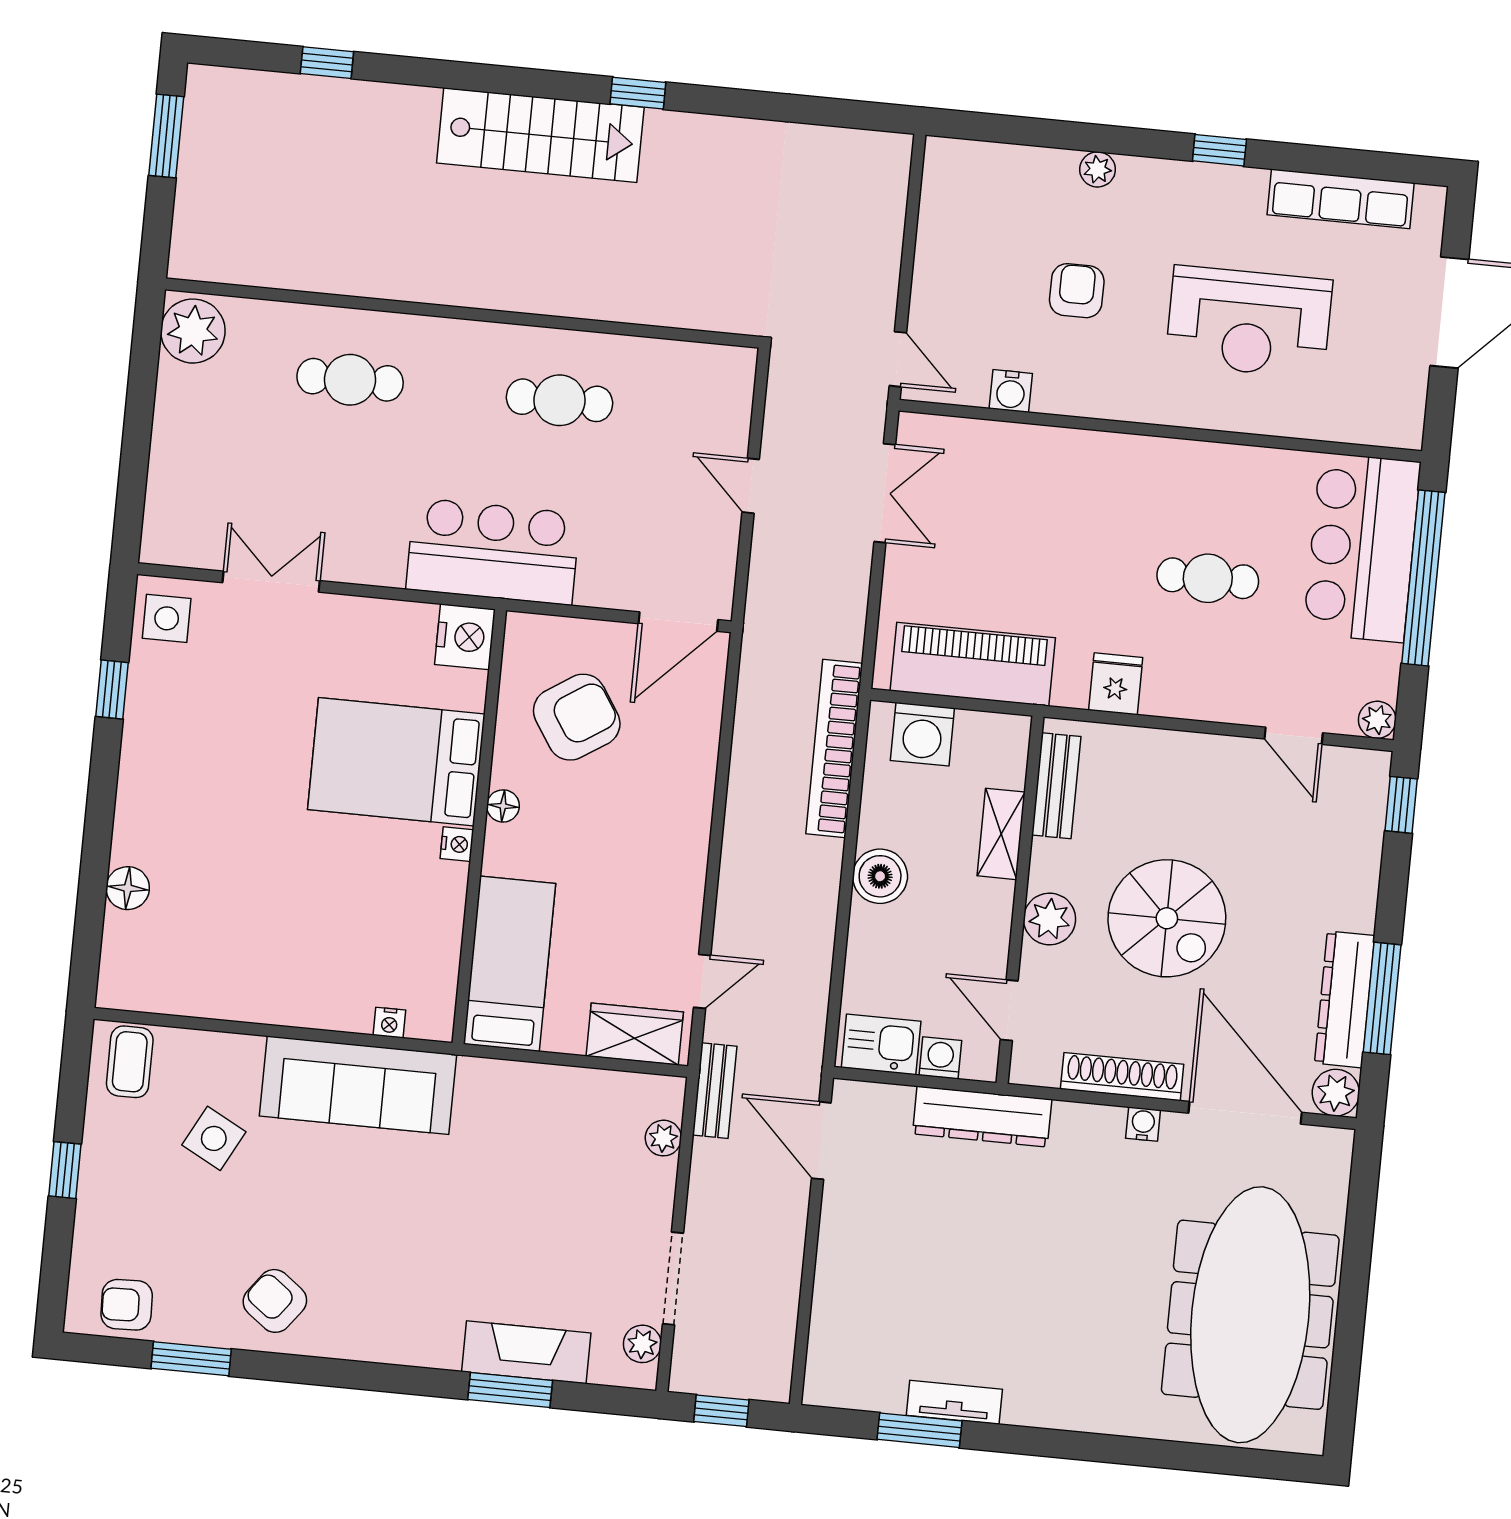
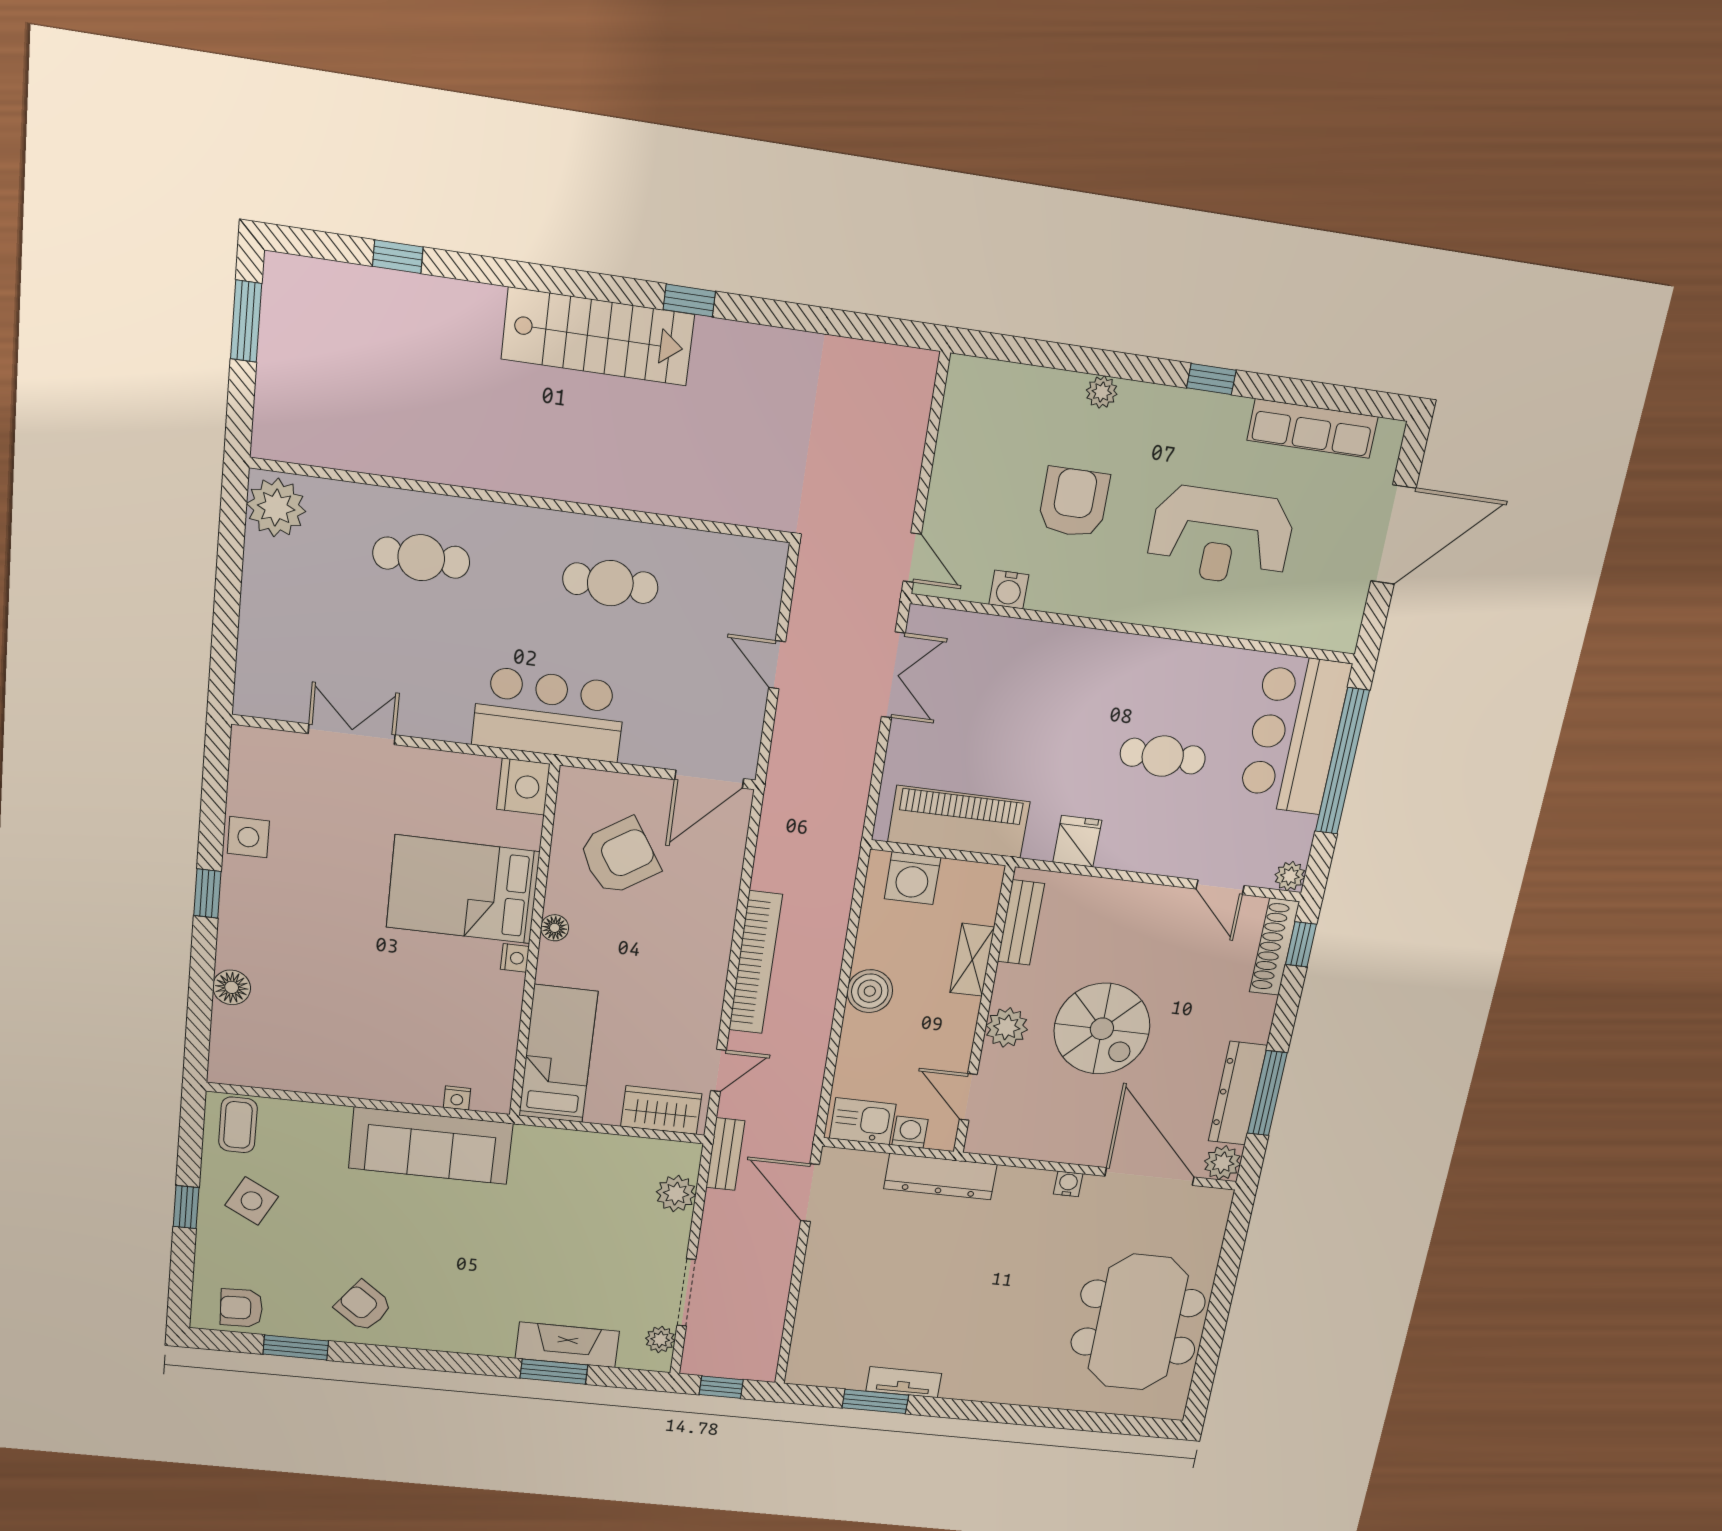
armchair: (1077, 291) -> (1074, 502), width x1.38, depth x1.38
side table: (167, 618) -> (248, 837), moved
window: (112, 689) -> (207, 894), moved
bookcase: (834, 749) -> (755, 963), moved, turned 180
shoe rack: (1122, 1077) -> (1274, 947), moved, turned -90
side table: (214, 1138) -> (252, 1201), moved
plant: (663, 1138) -> (676, 1194), width x1.38, depth x1.38
meeting table: (1250, 1315) -> (1138, 1322), width x0.73

